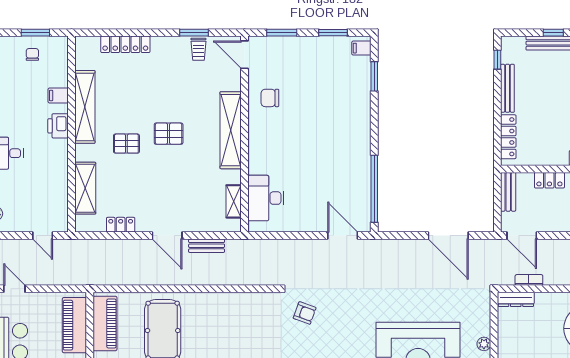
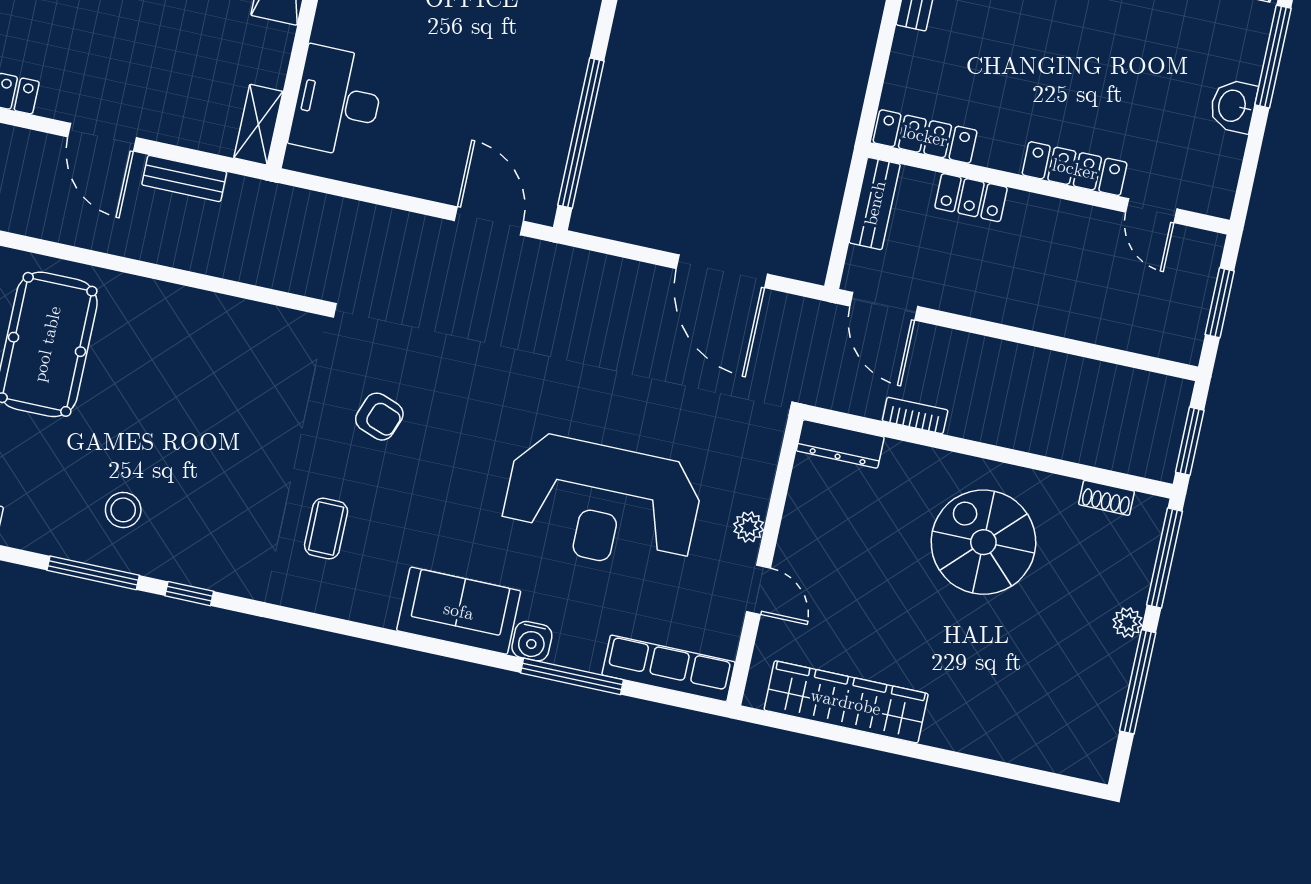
locker: (508, 137) -> (925, 136), moved, turned -90
shelving: (234, 201) -> (258, 125), moved
bookcase: (529, 280) -> (915, 415), moved
armchair: (305, 313) -> (379, 417), moved

